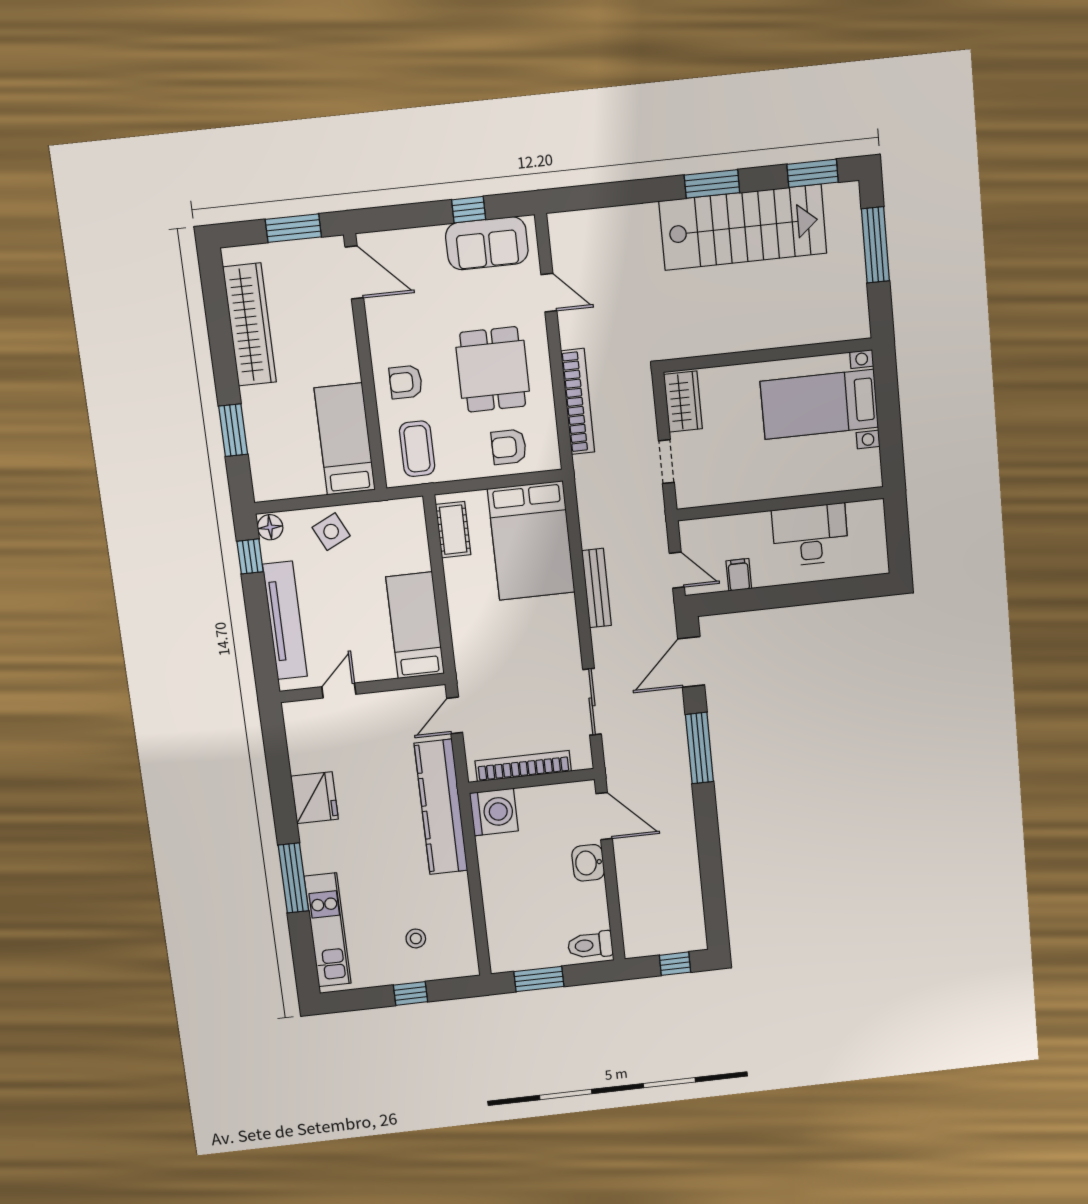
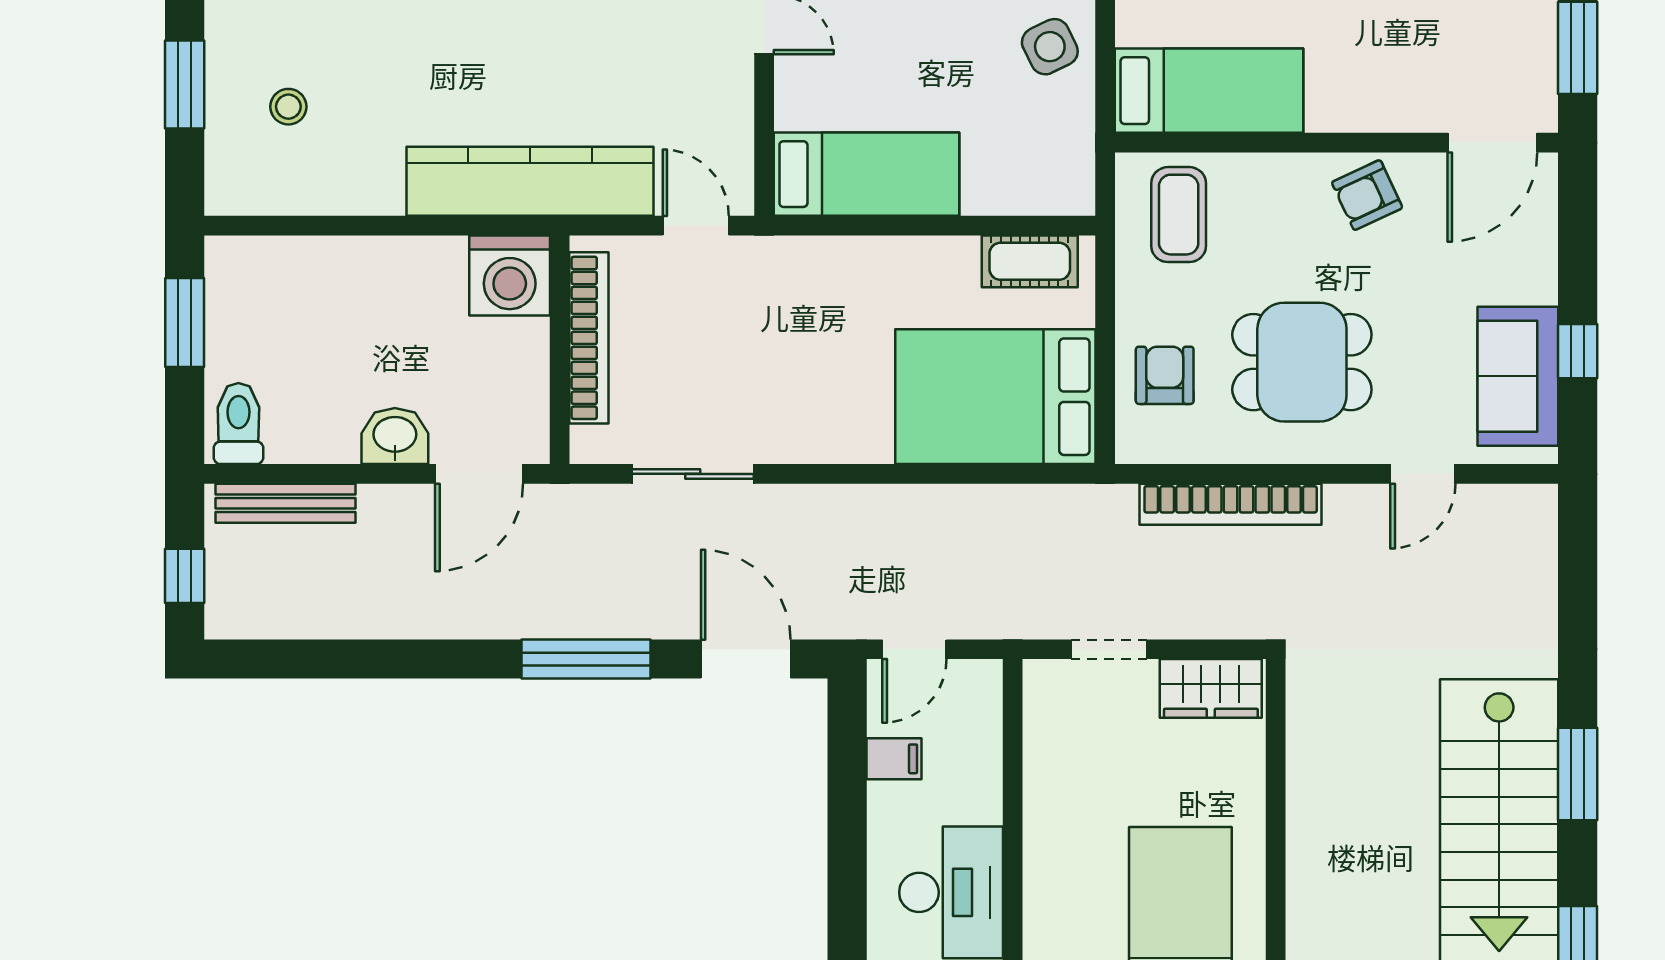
armchair: (406, 382) -> (1367, 195), moved, turned -115
coffee table: (417, 449) -> (1179, 215), turned 90
bench: (597, 588) -> (286, 503), moved
window: (410, 993) -> (185, 84), width x1.50

